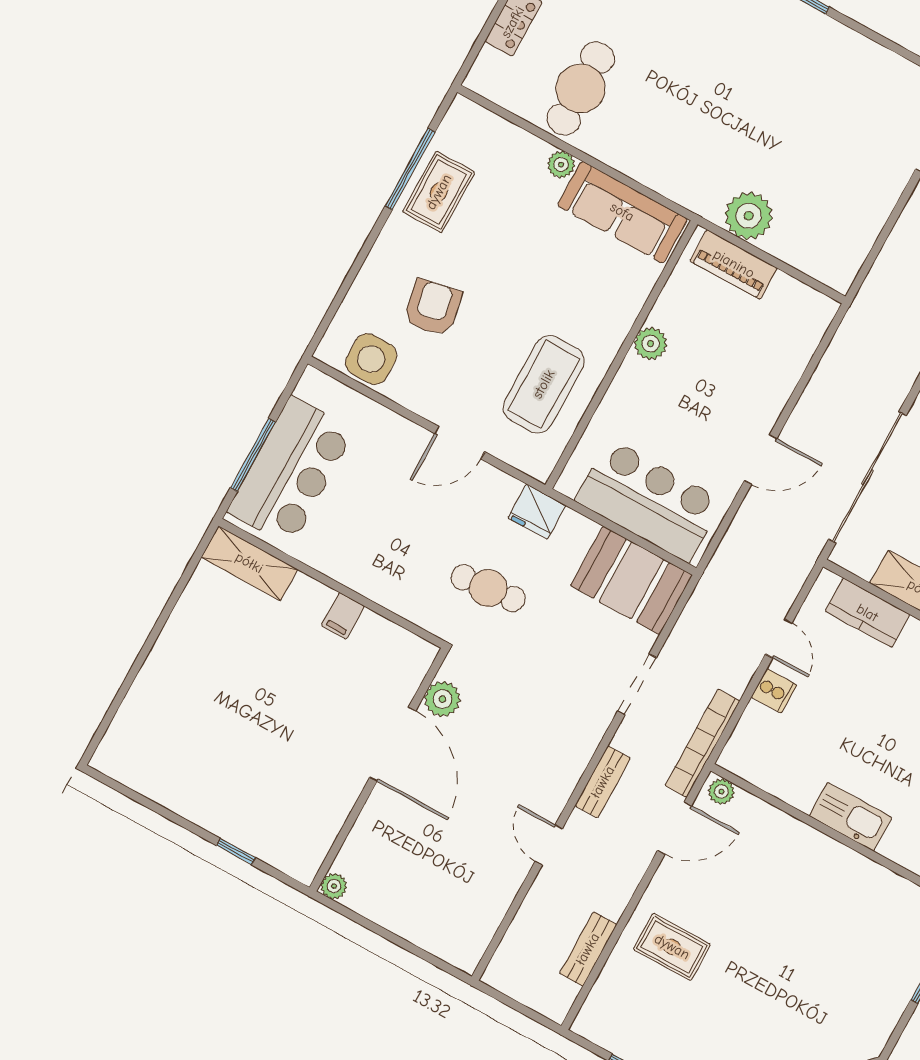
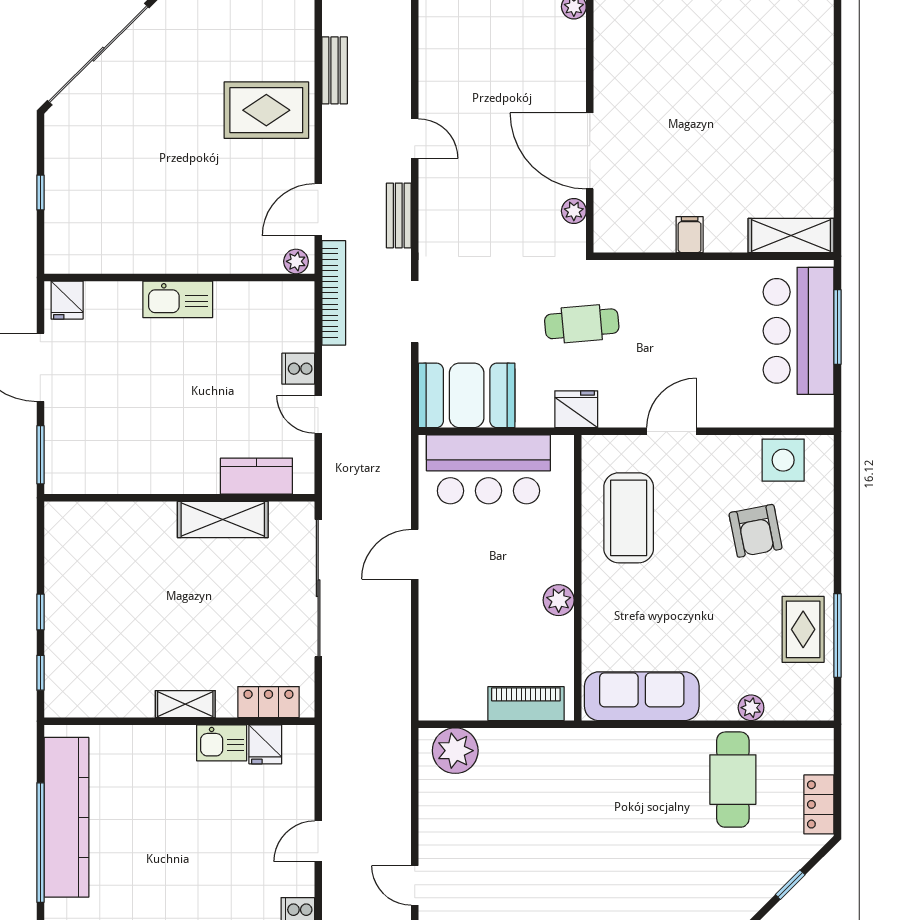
plant: (561, 165) -> (751, 708), moved
plant: (749, 216) -> (455, 751), moved
plant: (442, 699) -> (574, 211), width x0.73, depth x0.73
rug: (672, 947) -> (266, 110), width x1.36, depth x1.43

